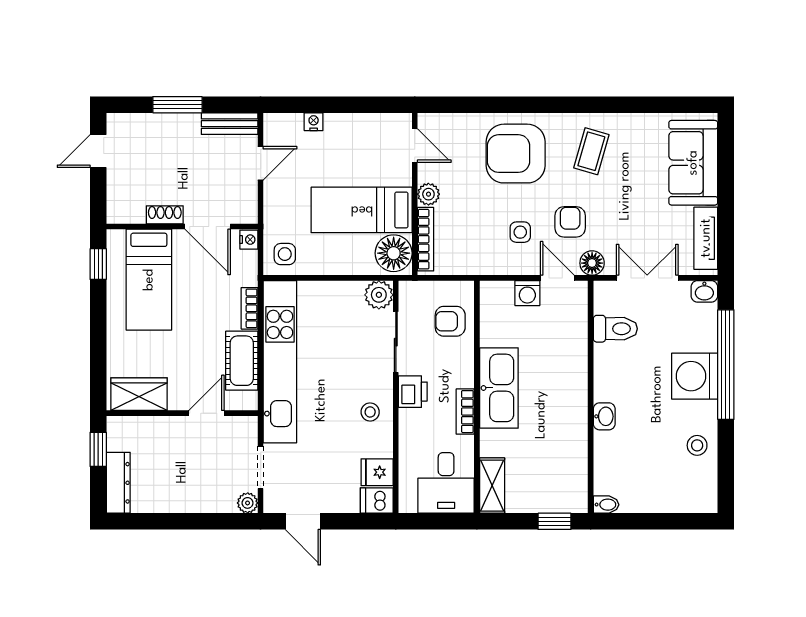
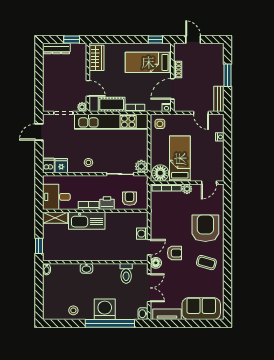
door: (98, 151) -> (193, 39), moved
side table: (520, 232) -> (170, 230), removed
kitchen sink: (499, 388) -> (87, 221), moved
printer: (413, 392) -> (107, 203), moved, turned 180
plant: (248, 503) -> (82, 107), moved

